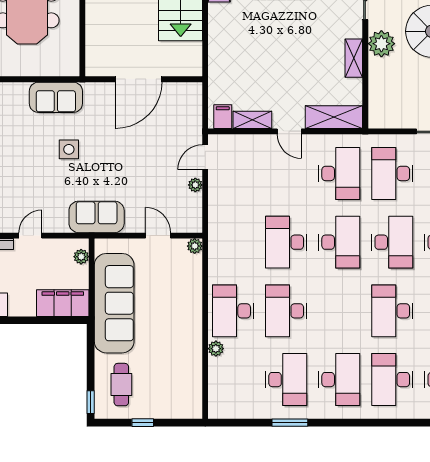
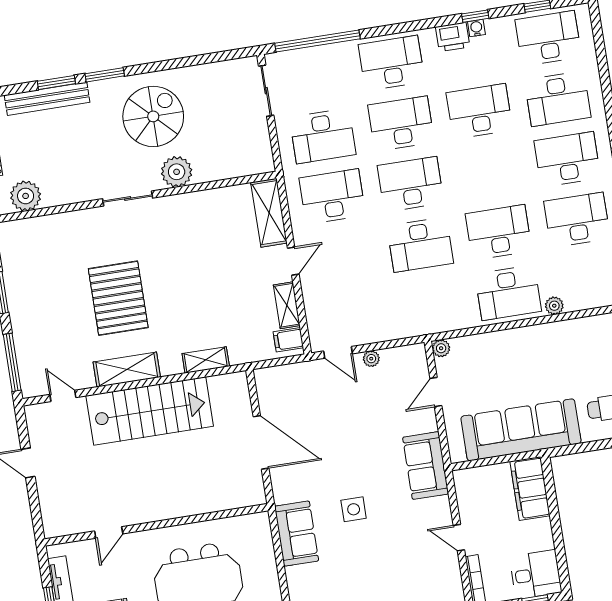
shelving: (354, 58) -> (206, 360), moved
plant: (81, 257) -> (474, 476), removed
desk: (286, 311) -> (499, 232), turned 180
desk: (392, 311) -> (479, 111), turned 180

